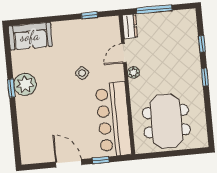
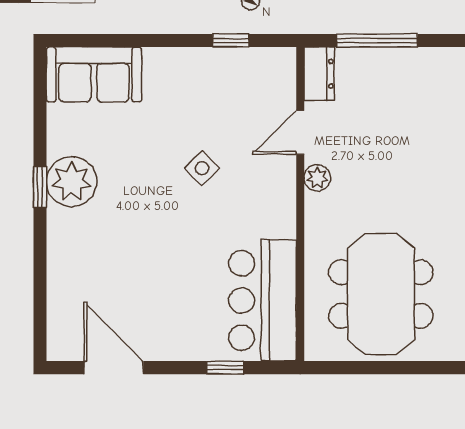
bar counter: (113, 119) -> (263, 300), width x0.73
door: (69, 163) -> (114, 368), moved

